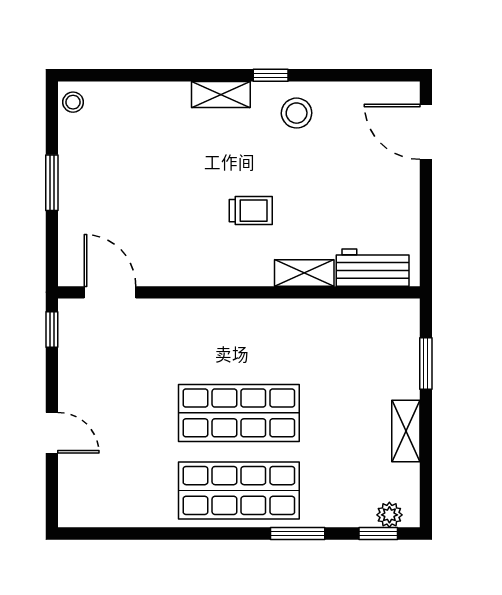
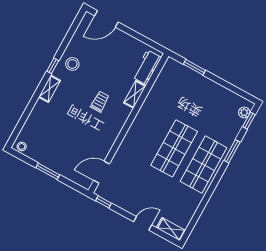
shelving: (406, 431) -> (171, 229), moved

